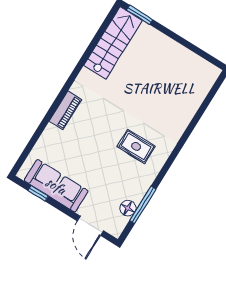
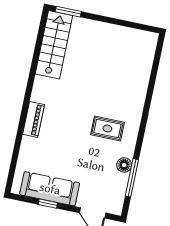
window: (38, 193) -> (48, 204), moved
floor lamp: (128, 208) -> (124, 165), moved

